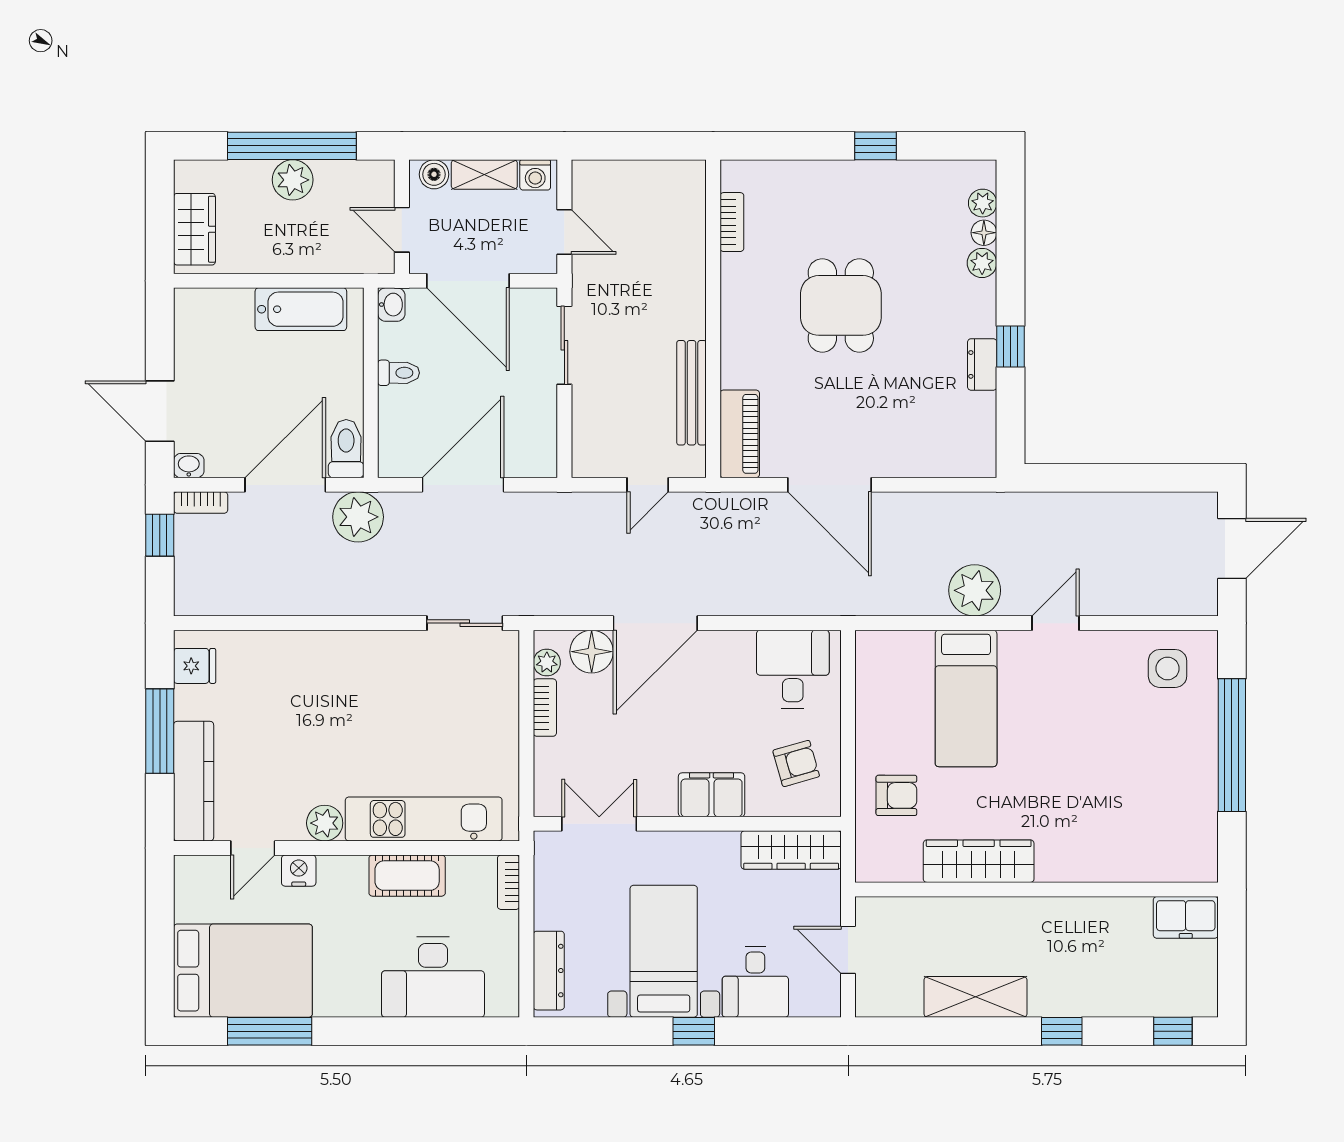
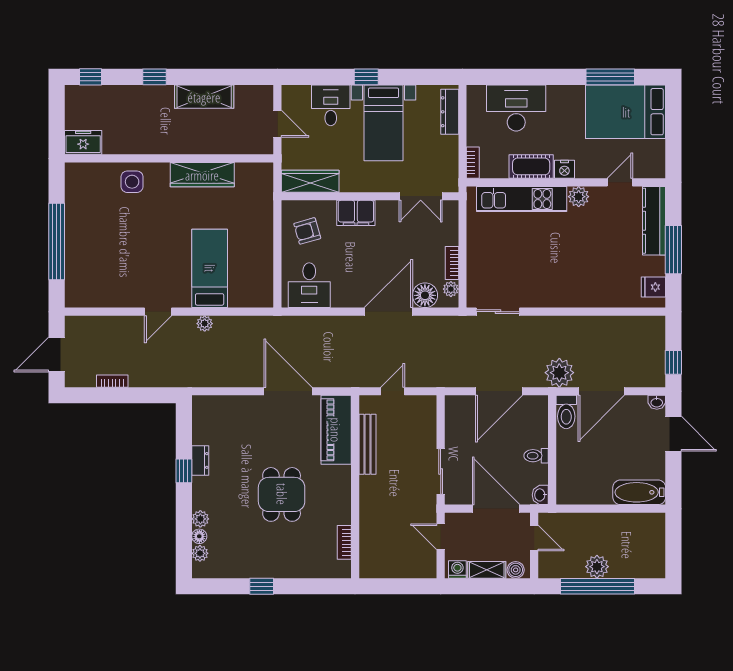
wardrobe: (194, 229) -> (653, 538), removed
bathtub: (301, 309) -> (639, 492), moved
piano: (740, 434) -> (336, 430), width x1.37, depth x1.33
bookcase: (201, 503) -> (112, 381), moved
plant: (975, 590) -> (205, 324), width x0.53, depth x0.53
side table: (1168, 668) -> (132, 182), moved
armchair: (896, 795) -> (250, 213), removed
nightstand: (299, 871) -> (564, 169), moved

